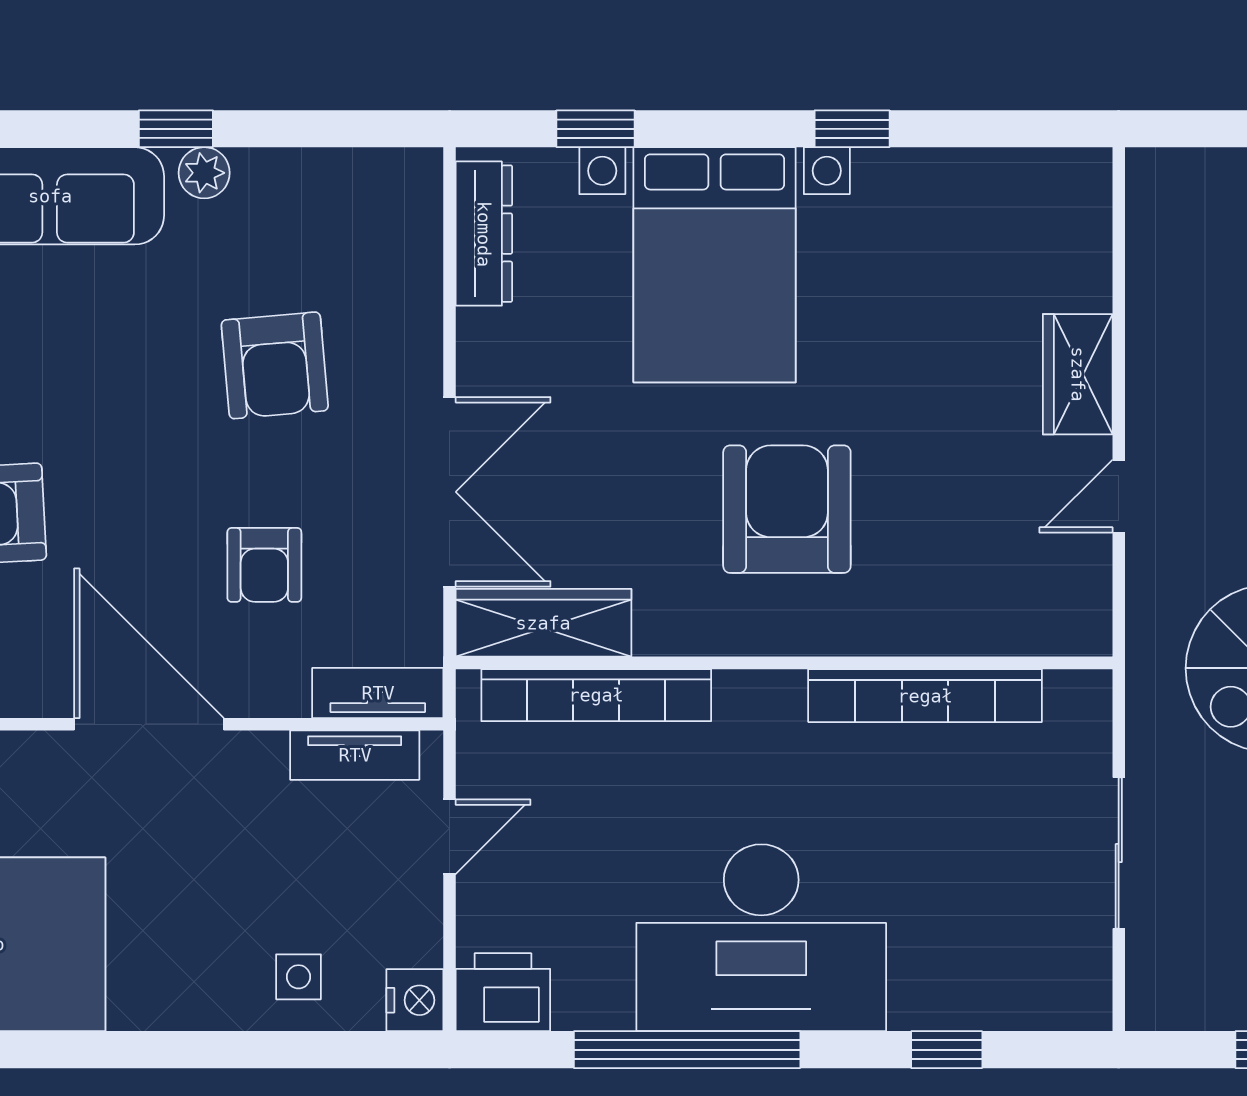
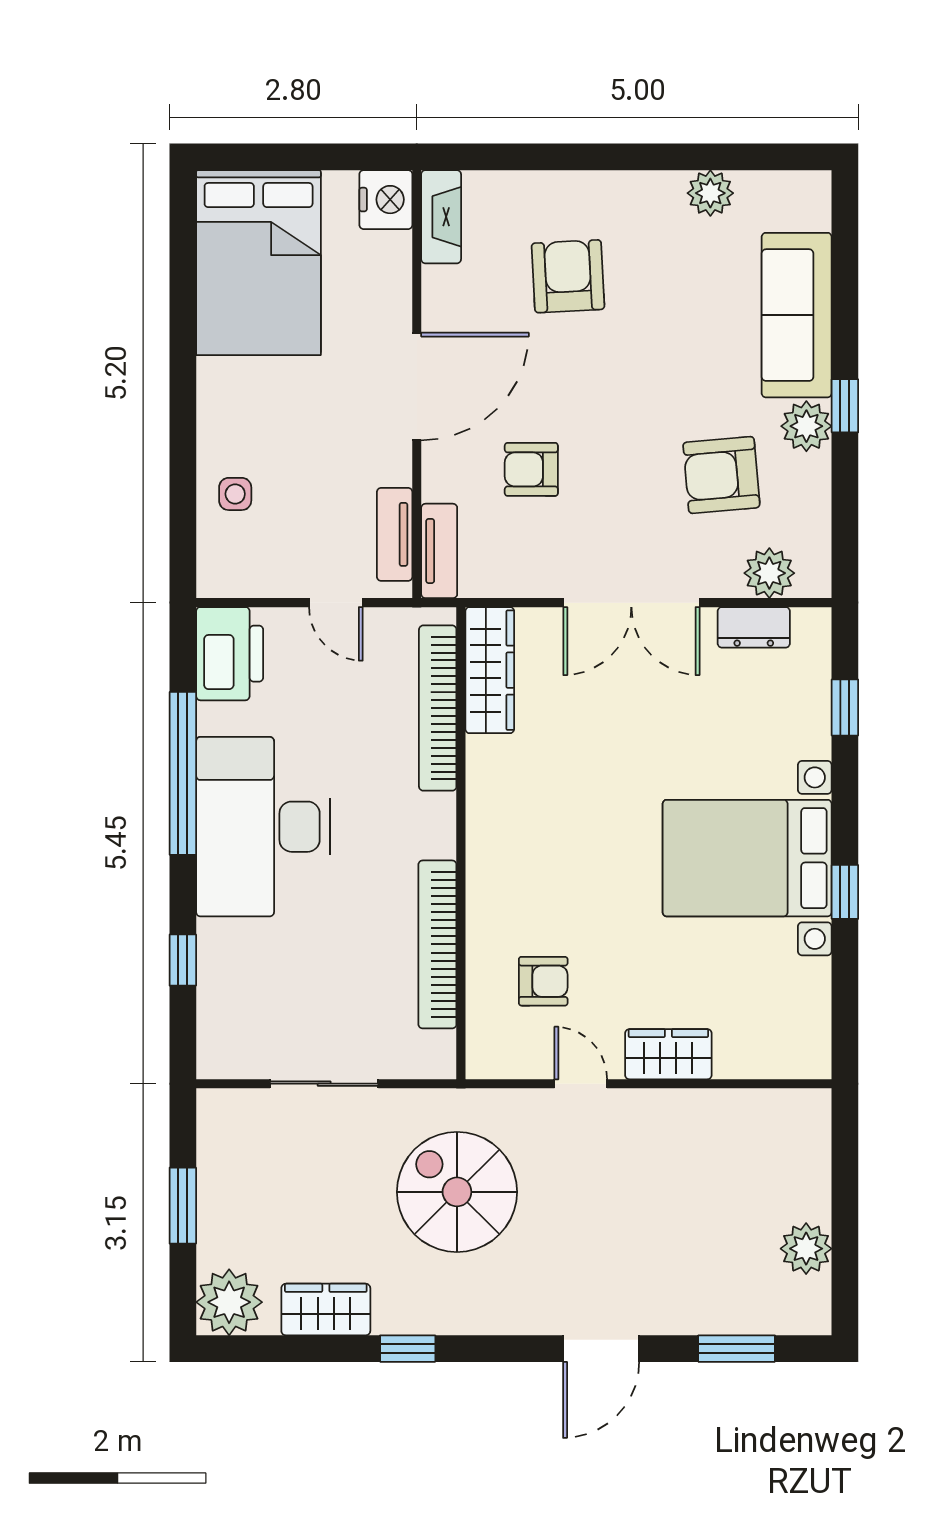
plant: (204, 173) -> (806, 426), width x1.38, depth x1.38
plant: (408, 234) -> (769, 573), added
dresser: (484, 234) -> (754, 627), width x0.70
bed with nightstands: (715, 265) -> (747, 858), moved
armchair: (275, 365) -> (721, 475), moved
double door: (450, 492) -> (631, 603), moved
armchair: (787, 509) -> (543, 981), moved, width x0.53, depth x0.53
printer: (503, 992) -> (230, 654), width x1.37, depth x1.19
nightstand: (415, 1000) -> (218, 578), removed

